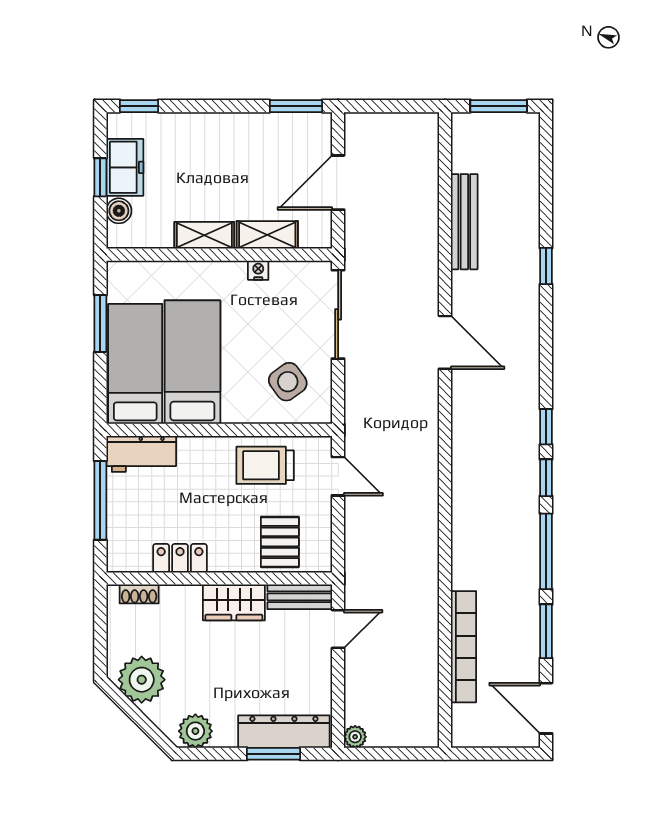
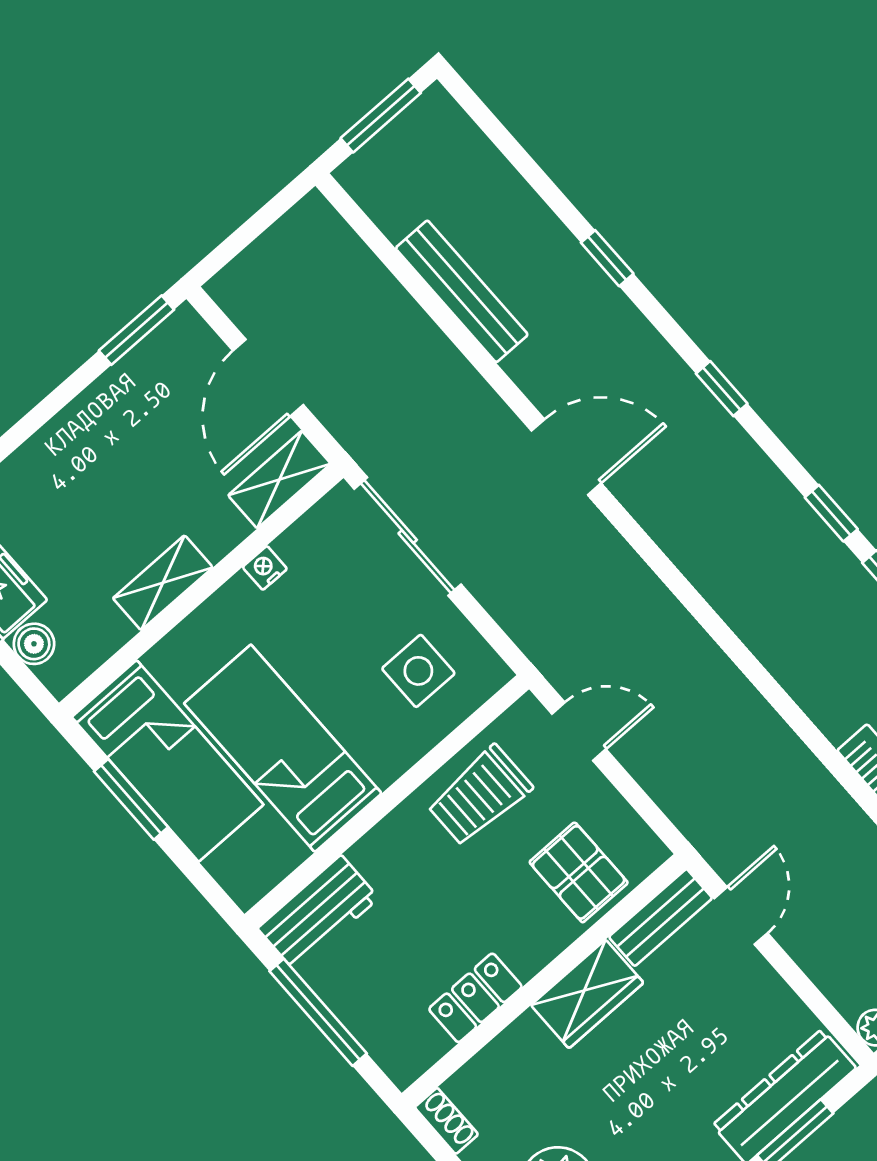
shelving: (267, 235) -> (279, 480), moved
bed: (135, 364) -> (168, 761), moved, turned 180
side table: (288, 382) -> (418, 671), turned 36
window: (546, 427) -> (722, 389), moved
shoe rack: (139, 594) -> (446, 1121), moved, turned -90

